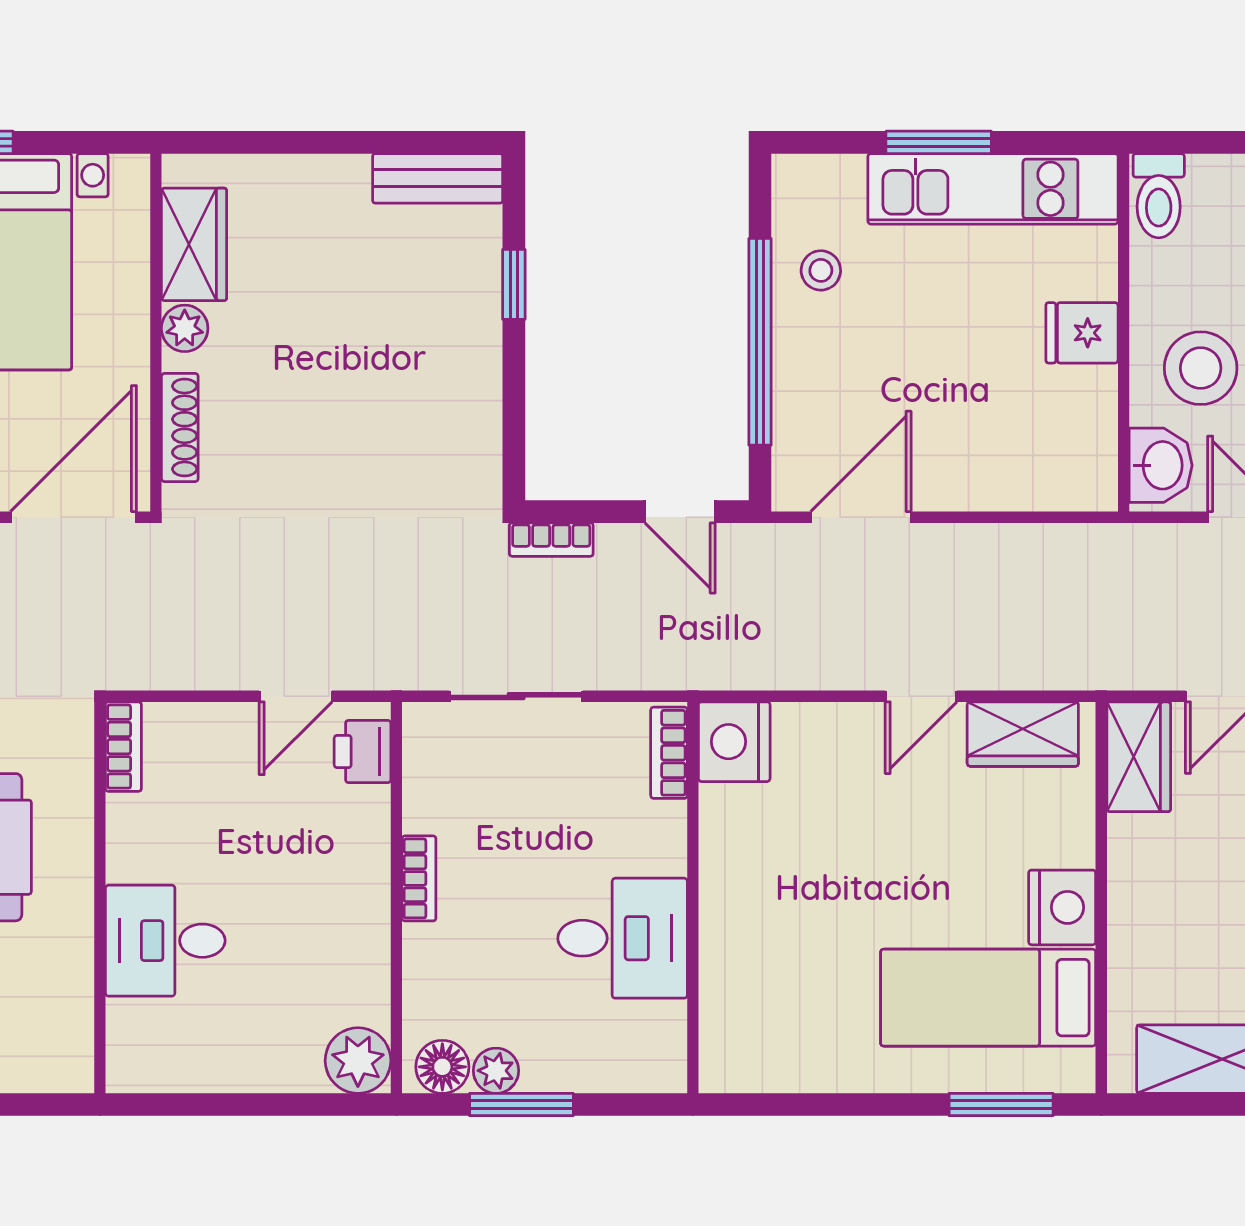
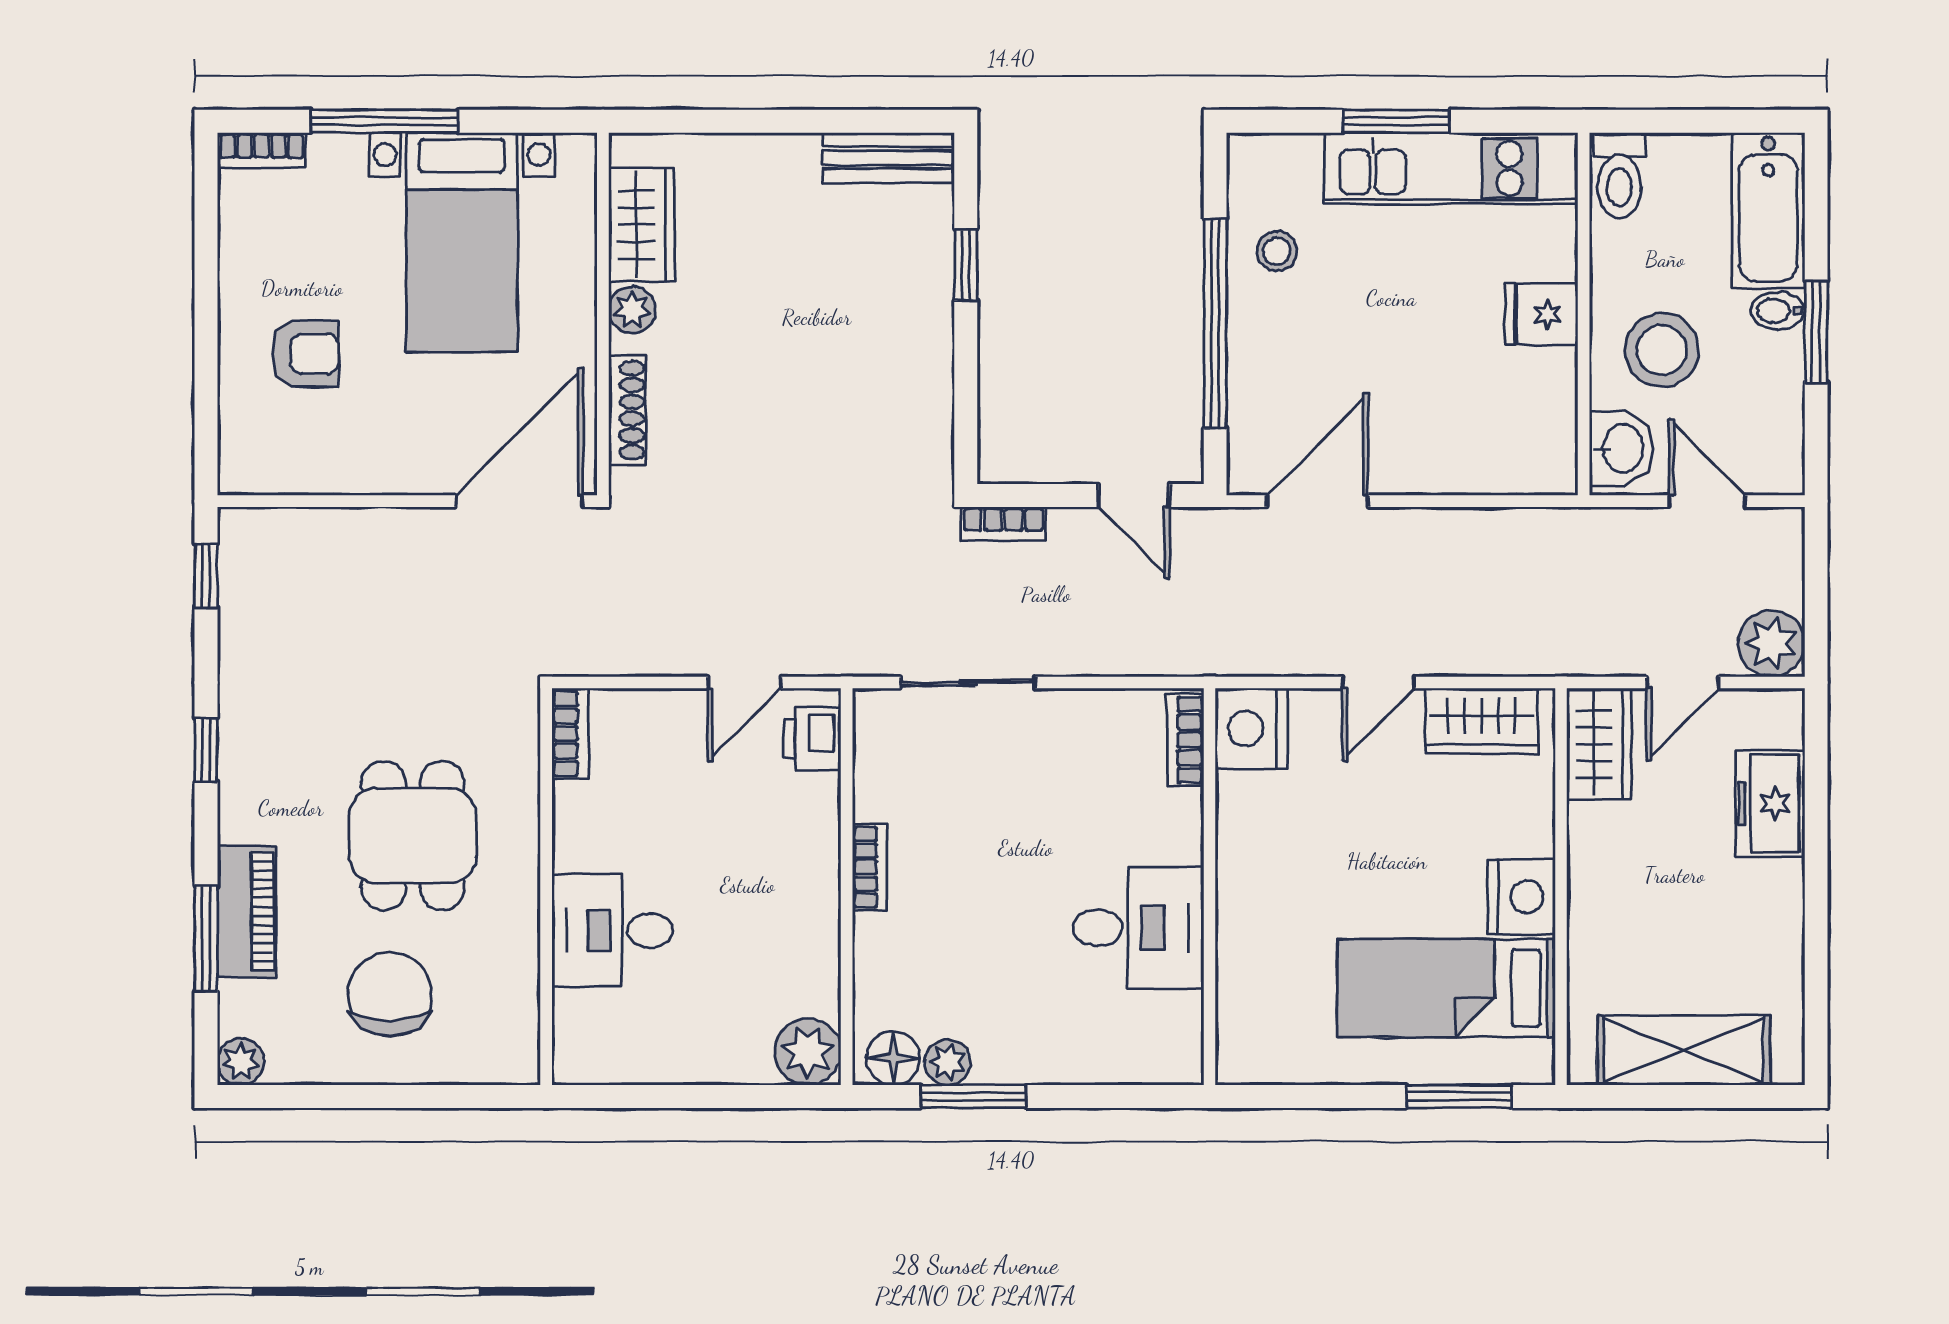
nightstand: (734, 742) -> (1251, 729), moved
bookcase: (669, 753) -> (1185, 740), moved
wall: (693, 898) -> (1209, 887), moved
desk: (623, 938) -> (1138, 928), moved

